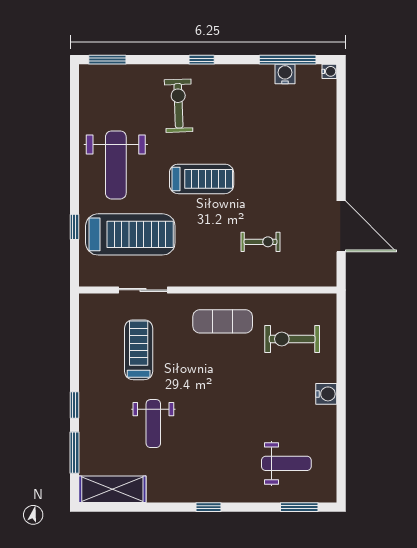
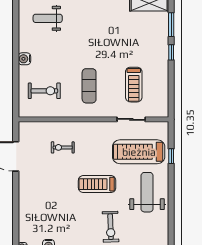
exercise mat: (223, 321) -> (89, 86), moved, turned 90
weight bench: (153, 424) -> (125, 42), removed

